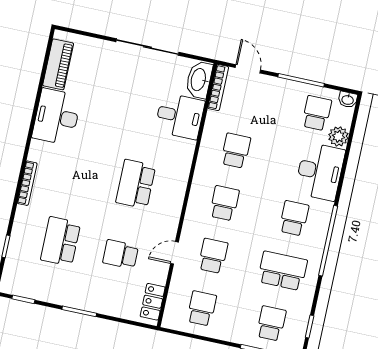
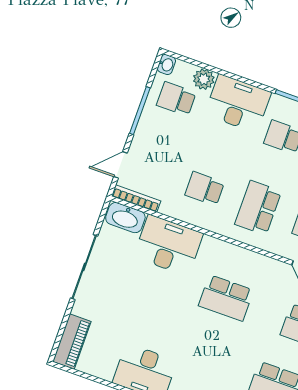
piano: (58, 64) -> (72, 341), moved, turned 90
desk: (180, 116) -> (168, 245), width x1.37
school desk: (224, 203) -> (258, 208), width x1.85

